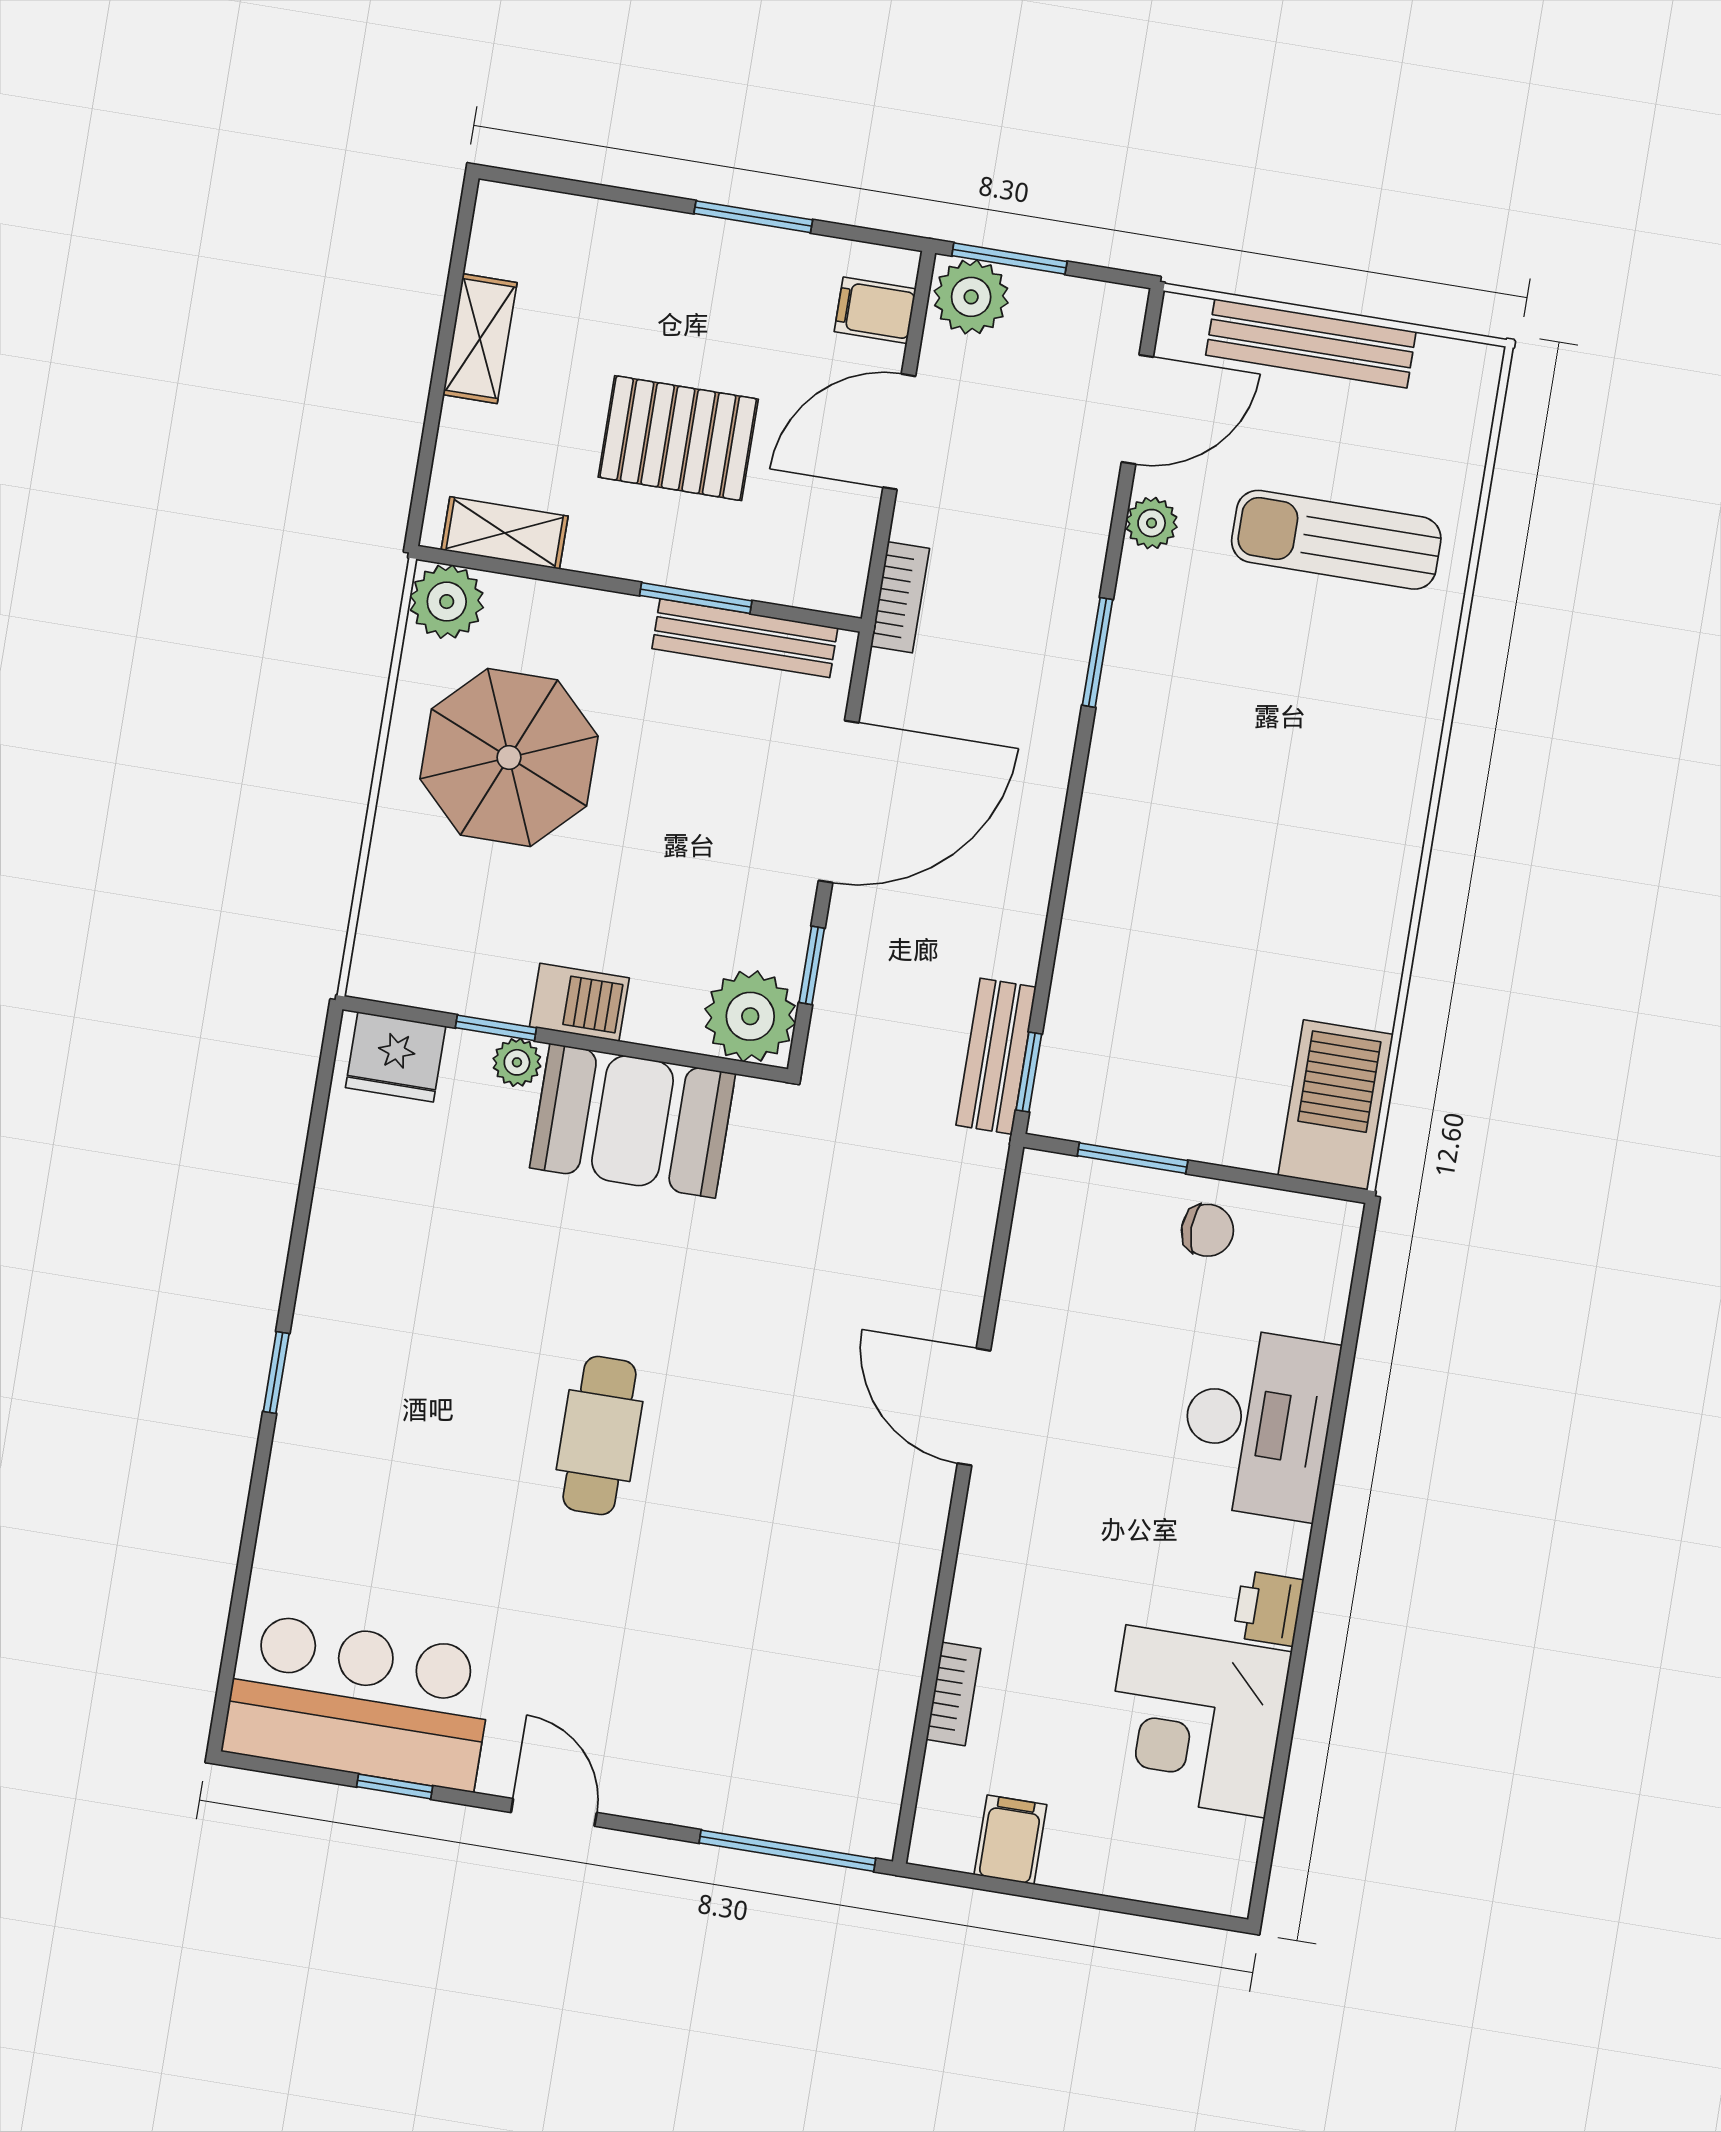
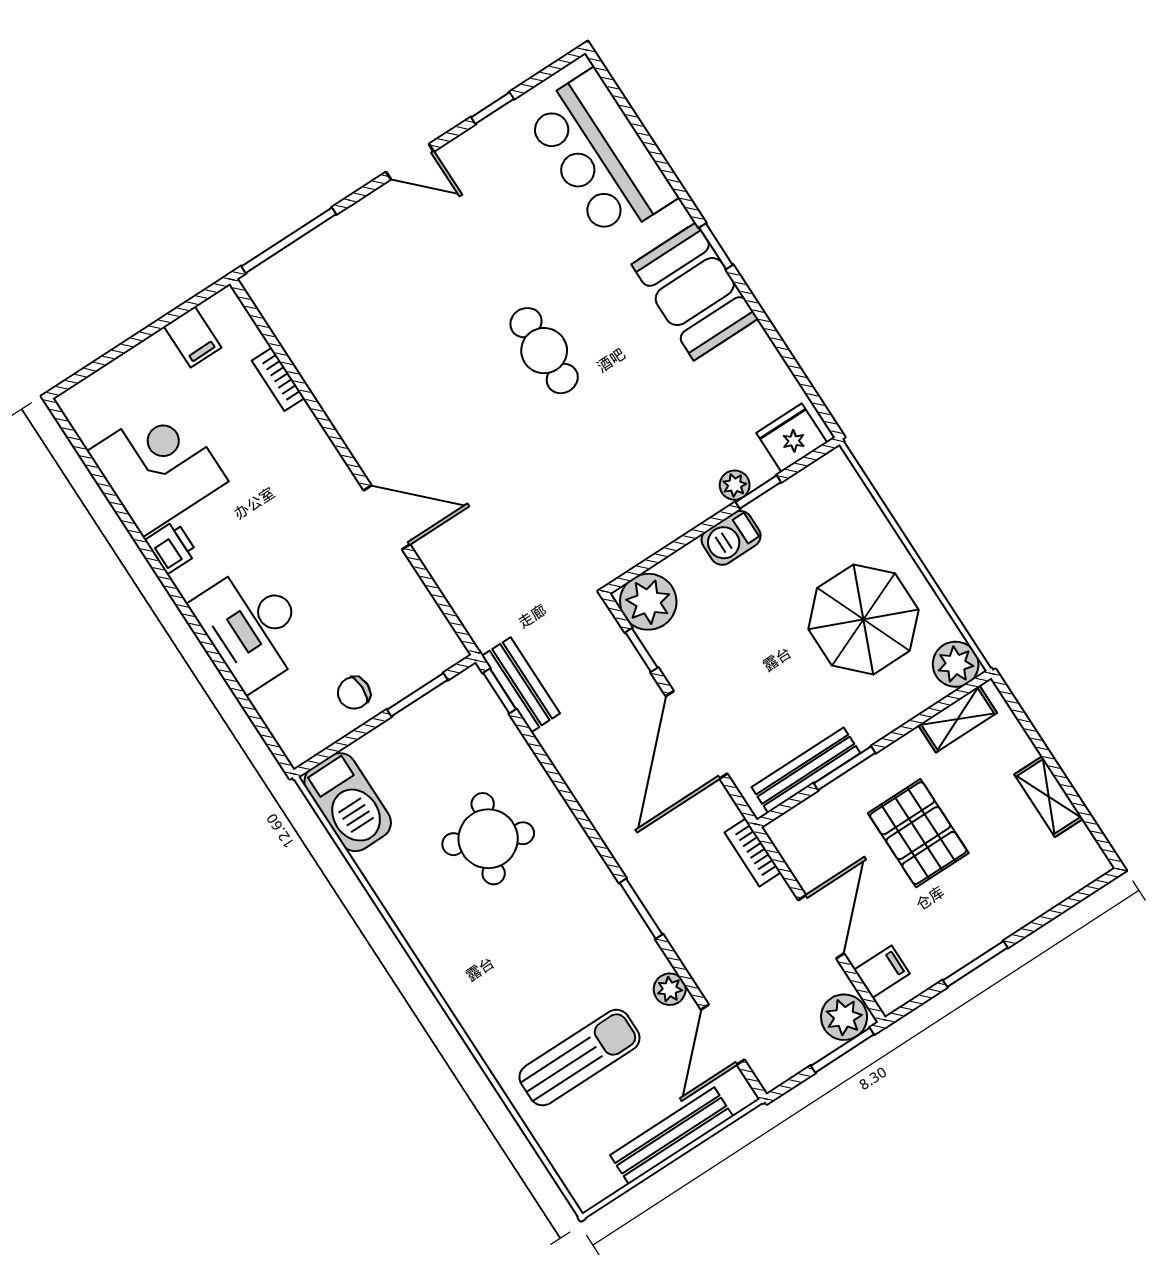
pallet: (678, 438) -> (918, 833), turned 90
round table: (1206, 906) -> (488, 839), added
booth: (633, 1121) -> (695, 292), moved, turned 90
bar counter: (359, 1702) -> (600, 155), moved, turned 90

